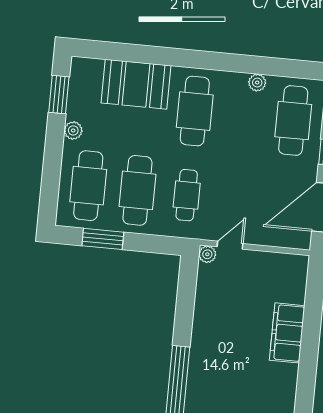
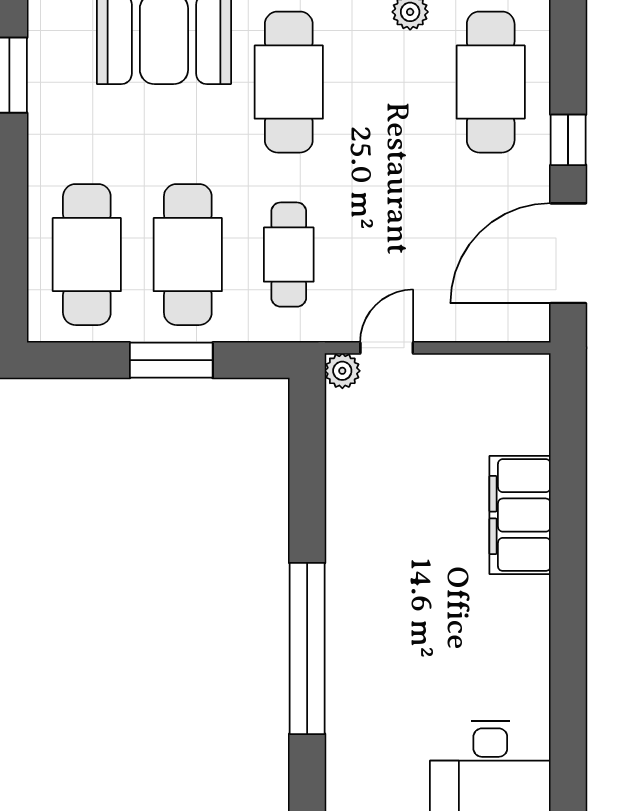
plant: (73, 130) -> (45, 145), removed
window: (103, 239) -> (171, 360), moved

